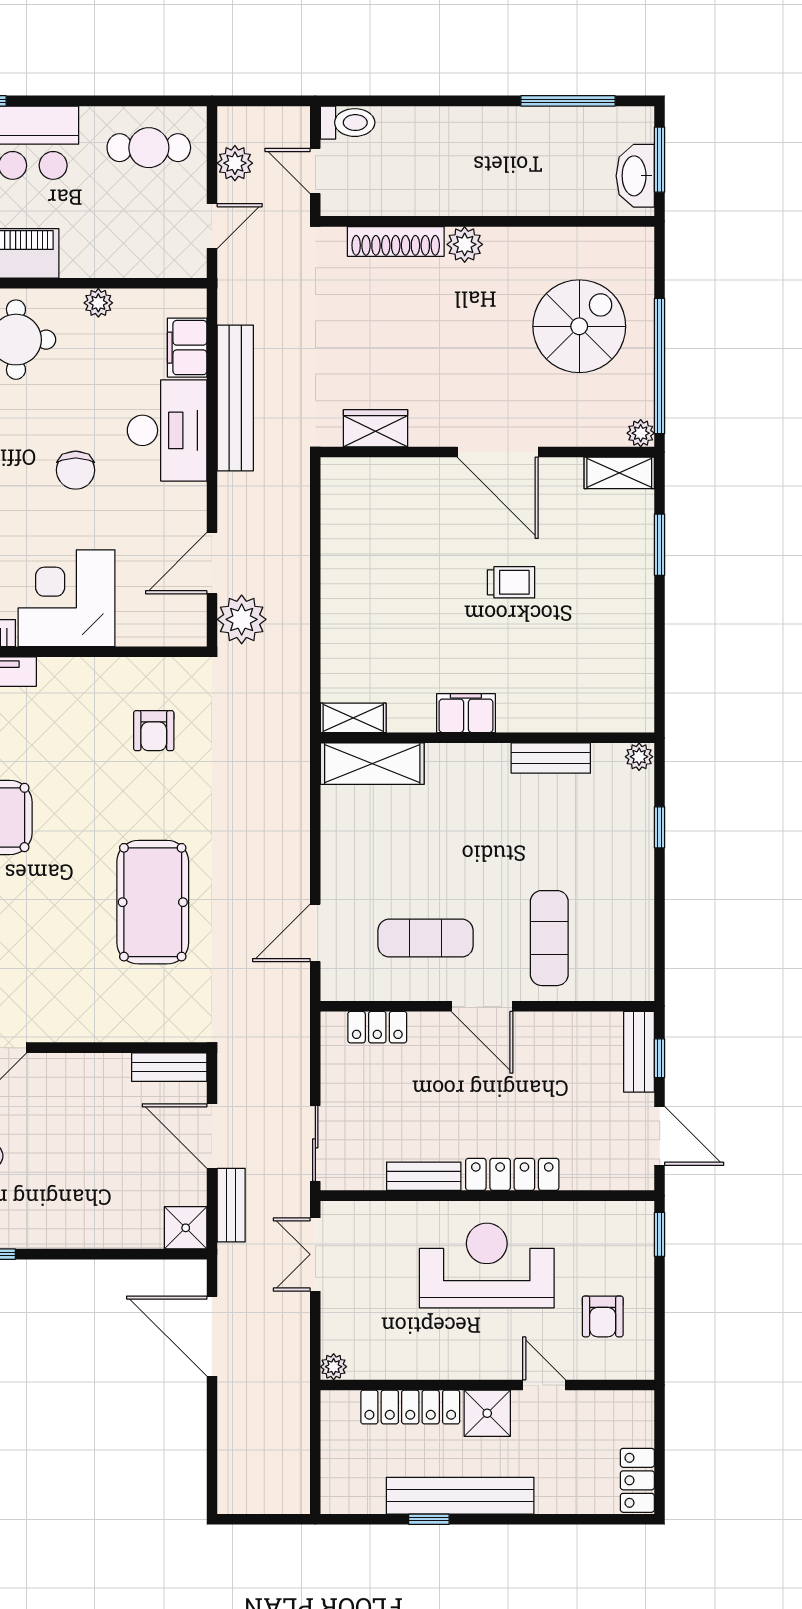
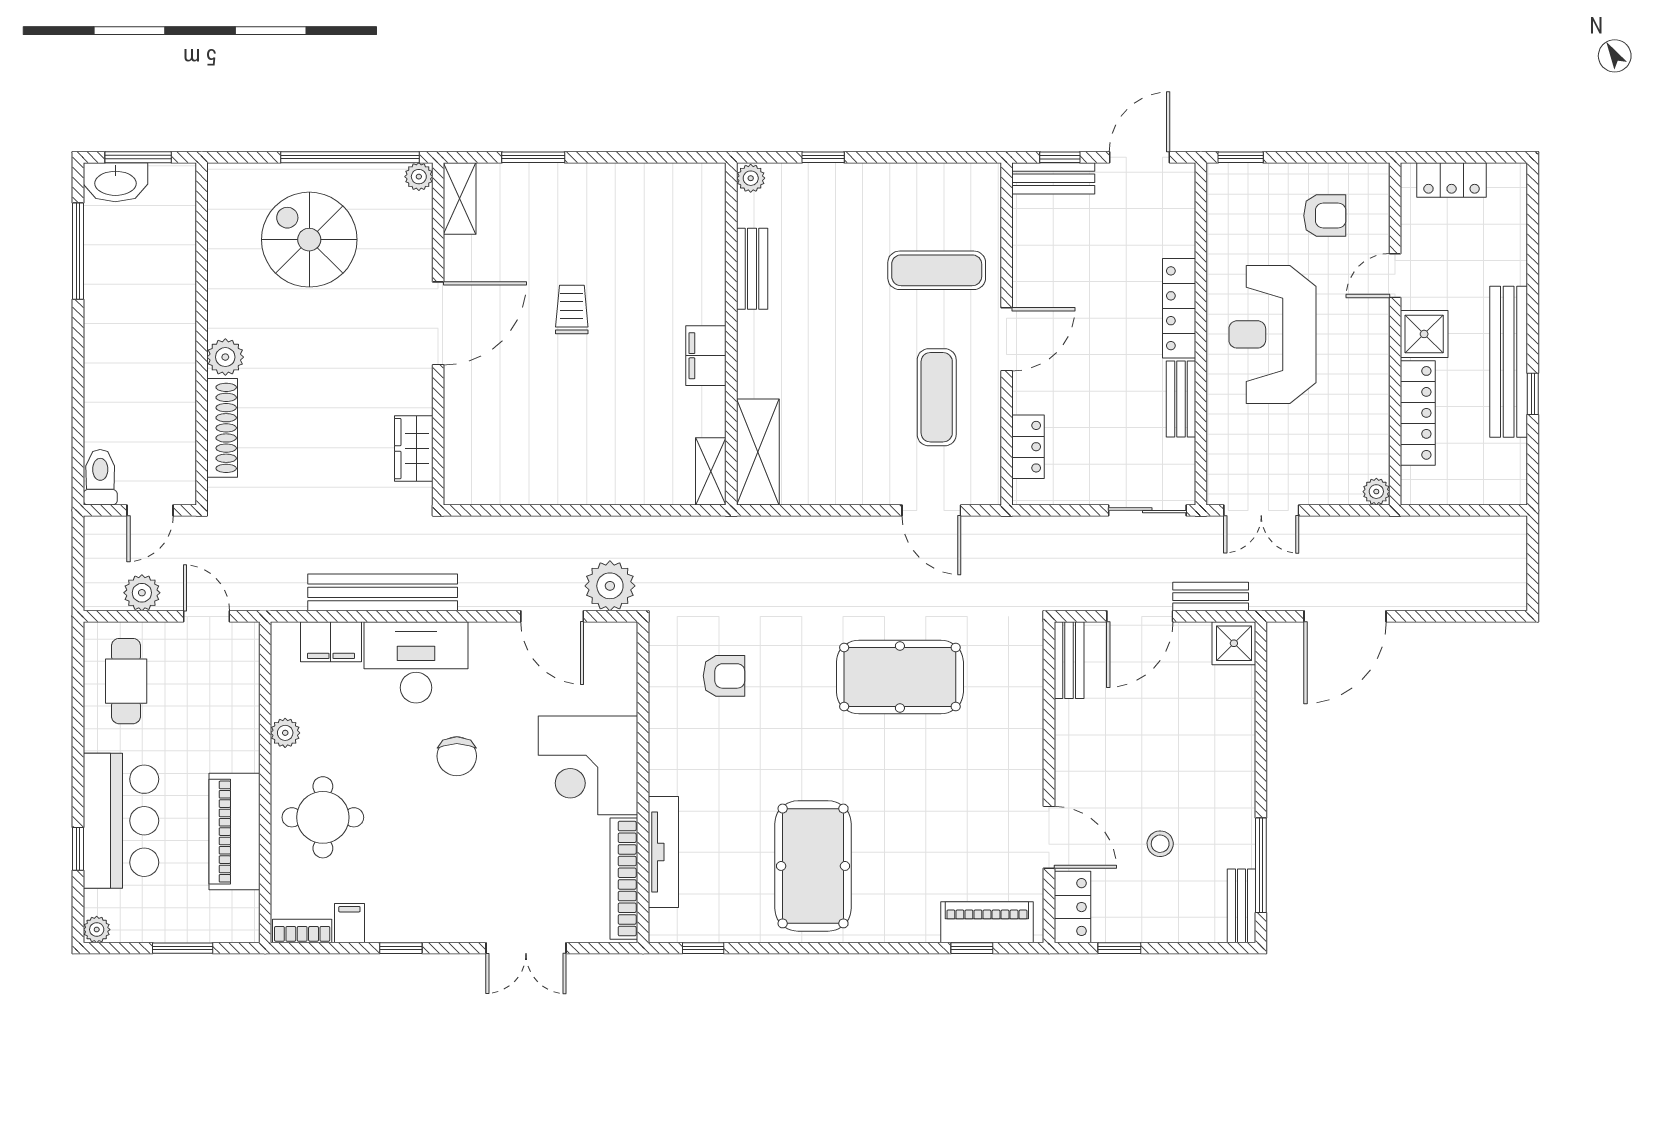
washbasin: (635, 176) -> (115, 182), moved
chair: (76, 470) -> (457, 756), turned 90
locker: (637, 1480) -> (1452, 180), moved

